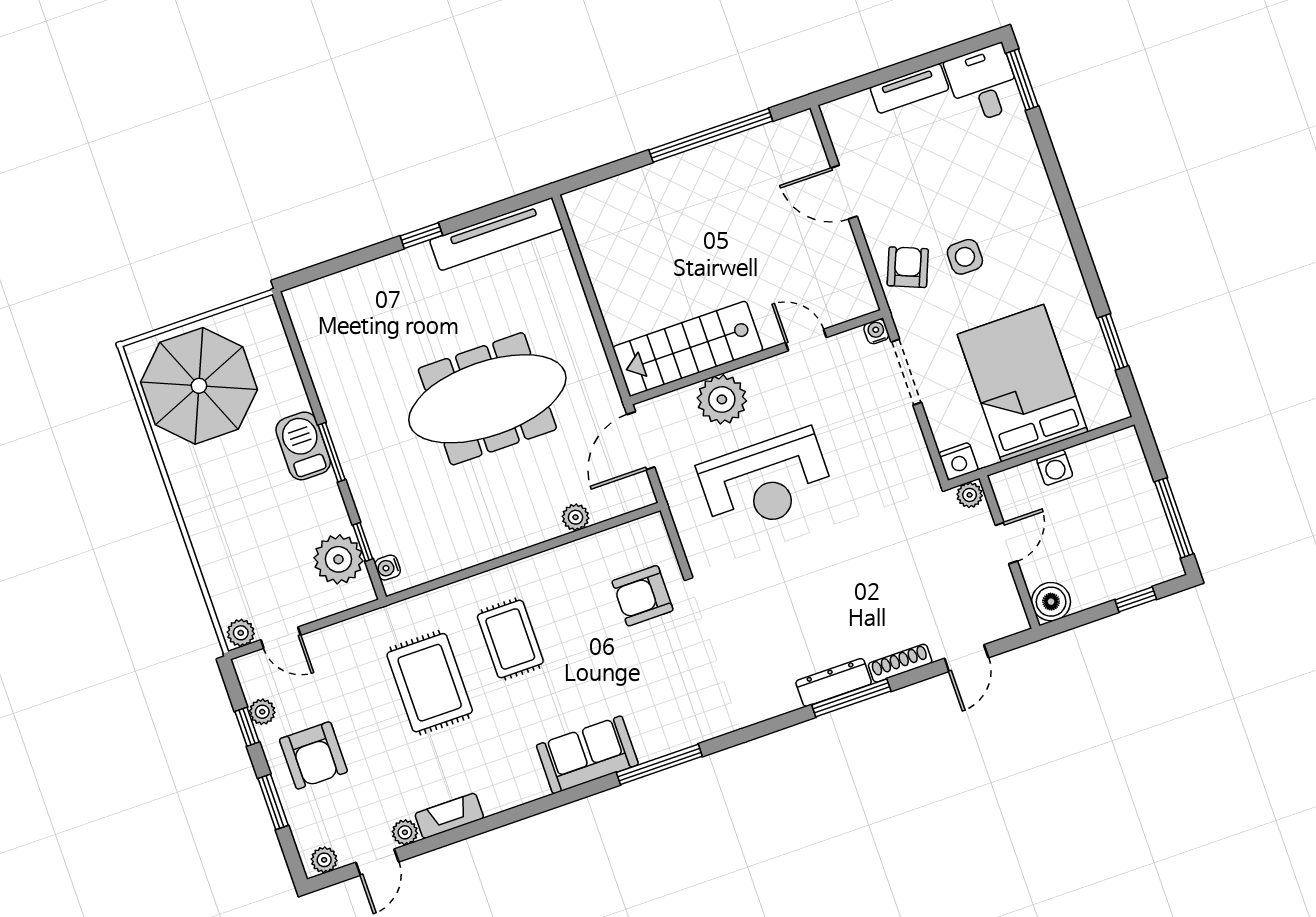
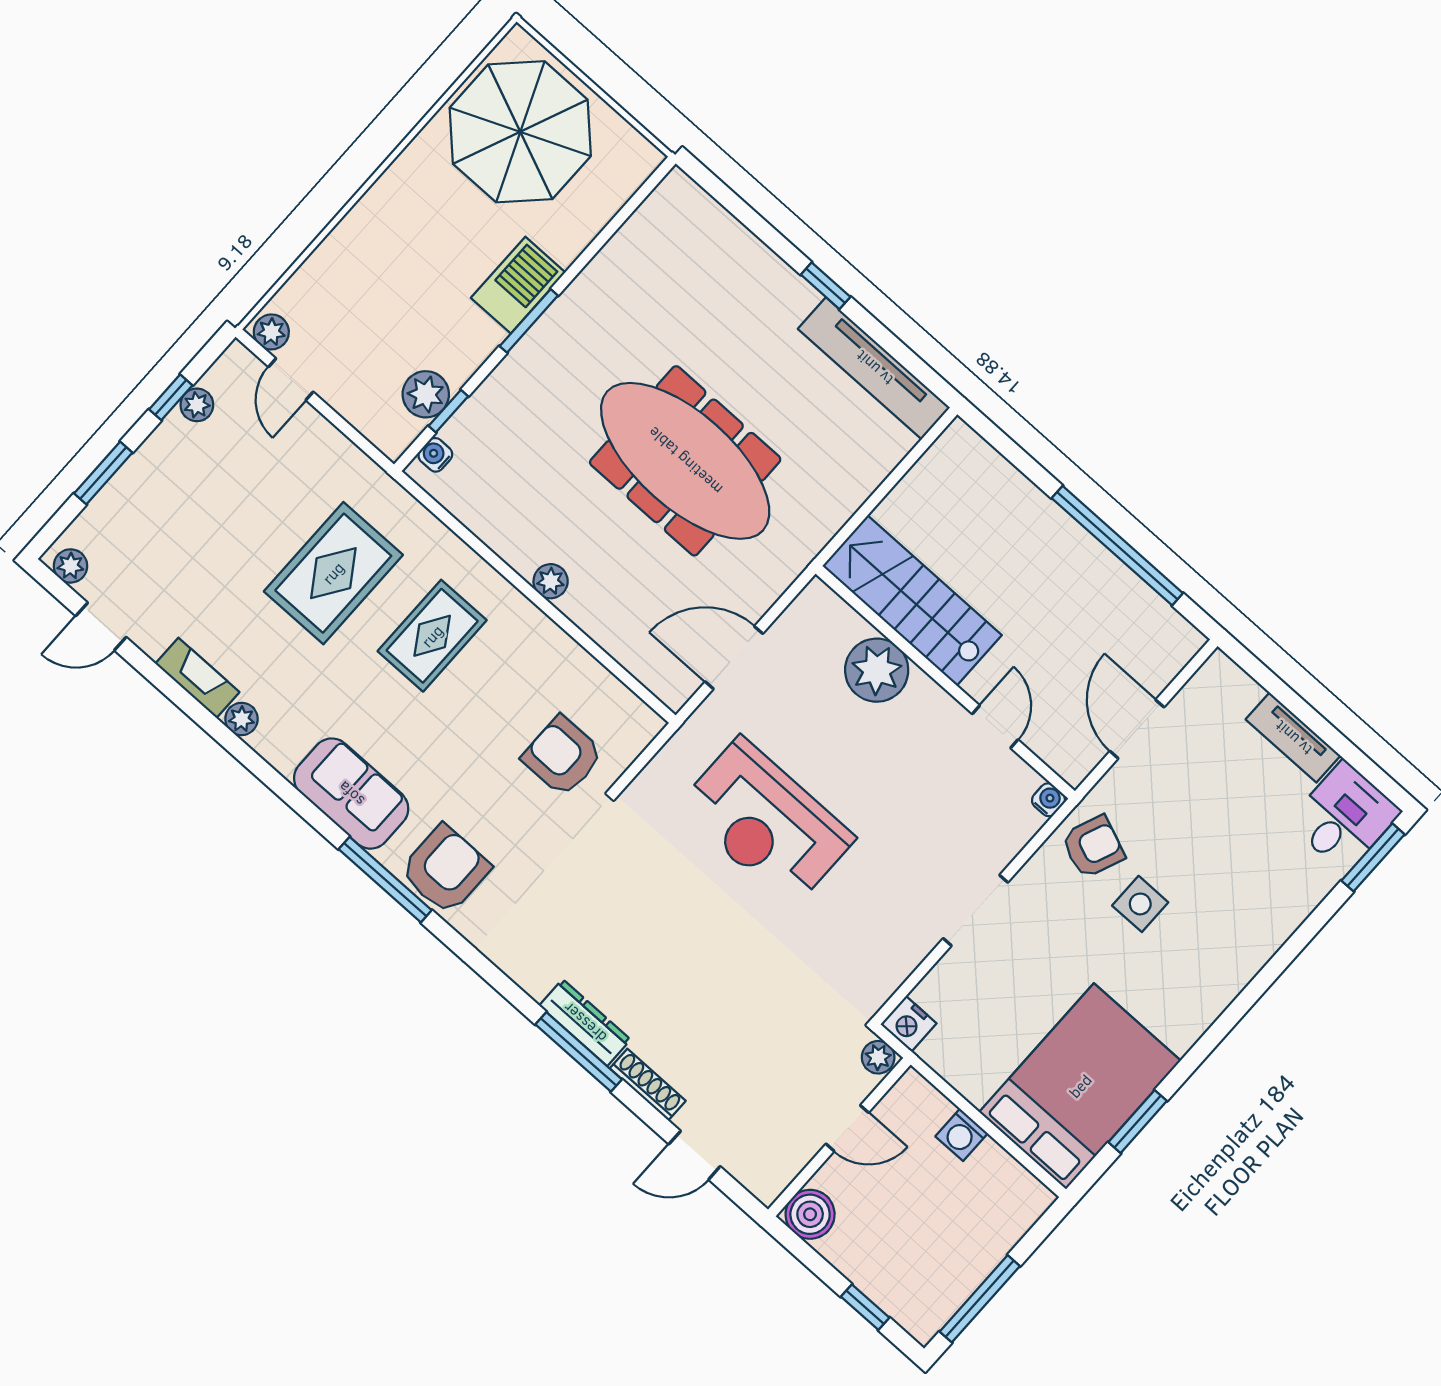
water cooler: (876, 331) -> (1048, 800), moved
door: (806, 340) -> (995, 727), moved
stairs: (688, 349) -> (912, 601), moved
wall: (756, 357) -> (945, 682), moved
bed: (1023, 383) -> (1080, 1086), moved
plant: (722, 399) -> (877, 670), moved
plant: (576, 517) -> (551, 581), moved
plant: (338, 559) -> (426, 394), width x0.73, depth x0.73
armchair: (313, 755) -> (445, 869), moved, turned 180
plant: (405, 832) -> (242, 719), moved

